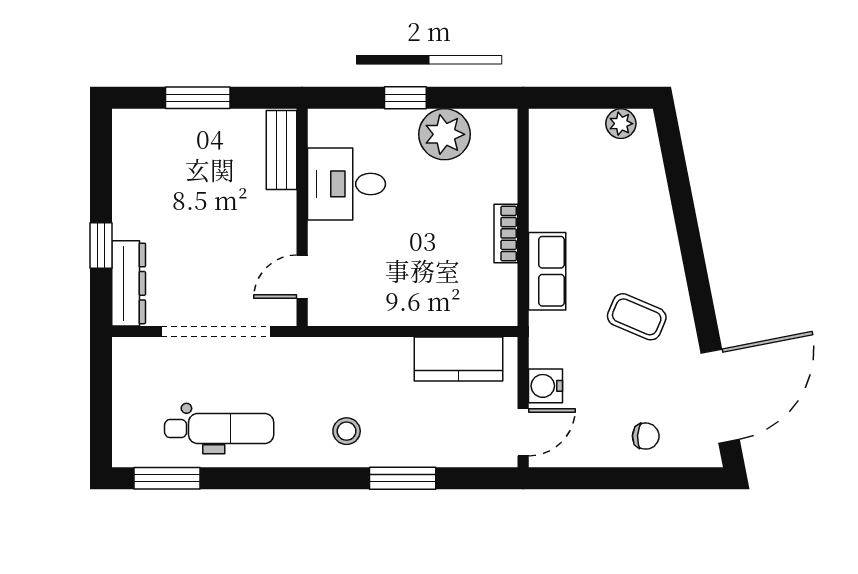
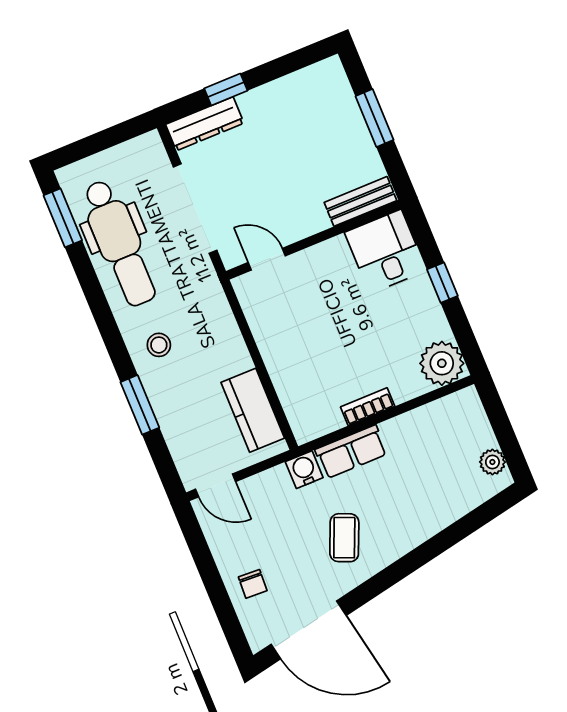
plant: (444, 134) -> (442, 363), moved
desk: (346, 184) -> (385, 251), moved
water cooler: (545, 386) -> (304, 470), moved
dental chair: (219, 429) -> (119, 243), width x1.36, depth x1.38

